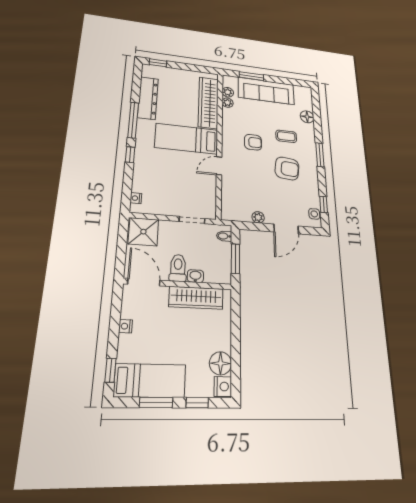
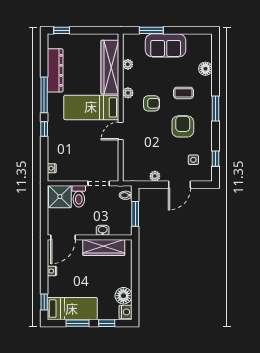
sofa: (266, 91) -> (166, 45), width x0.73
plant: (228, 92) -> (128, 93), moved
armchair: (287, 168) -> (183, 126), turned -96
side table: (314, 214) -> (193, 160), moved
toilet: (178, 268) -> (79, 196), moved, turned 180
door: (144, 282) -> (63, 237), swing flipped

